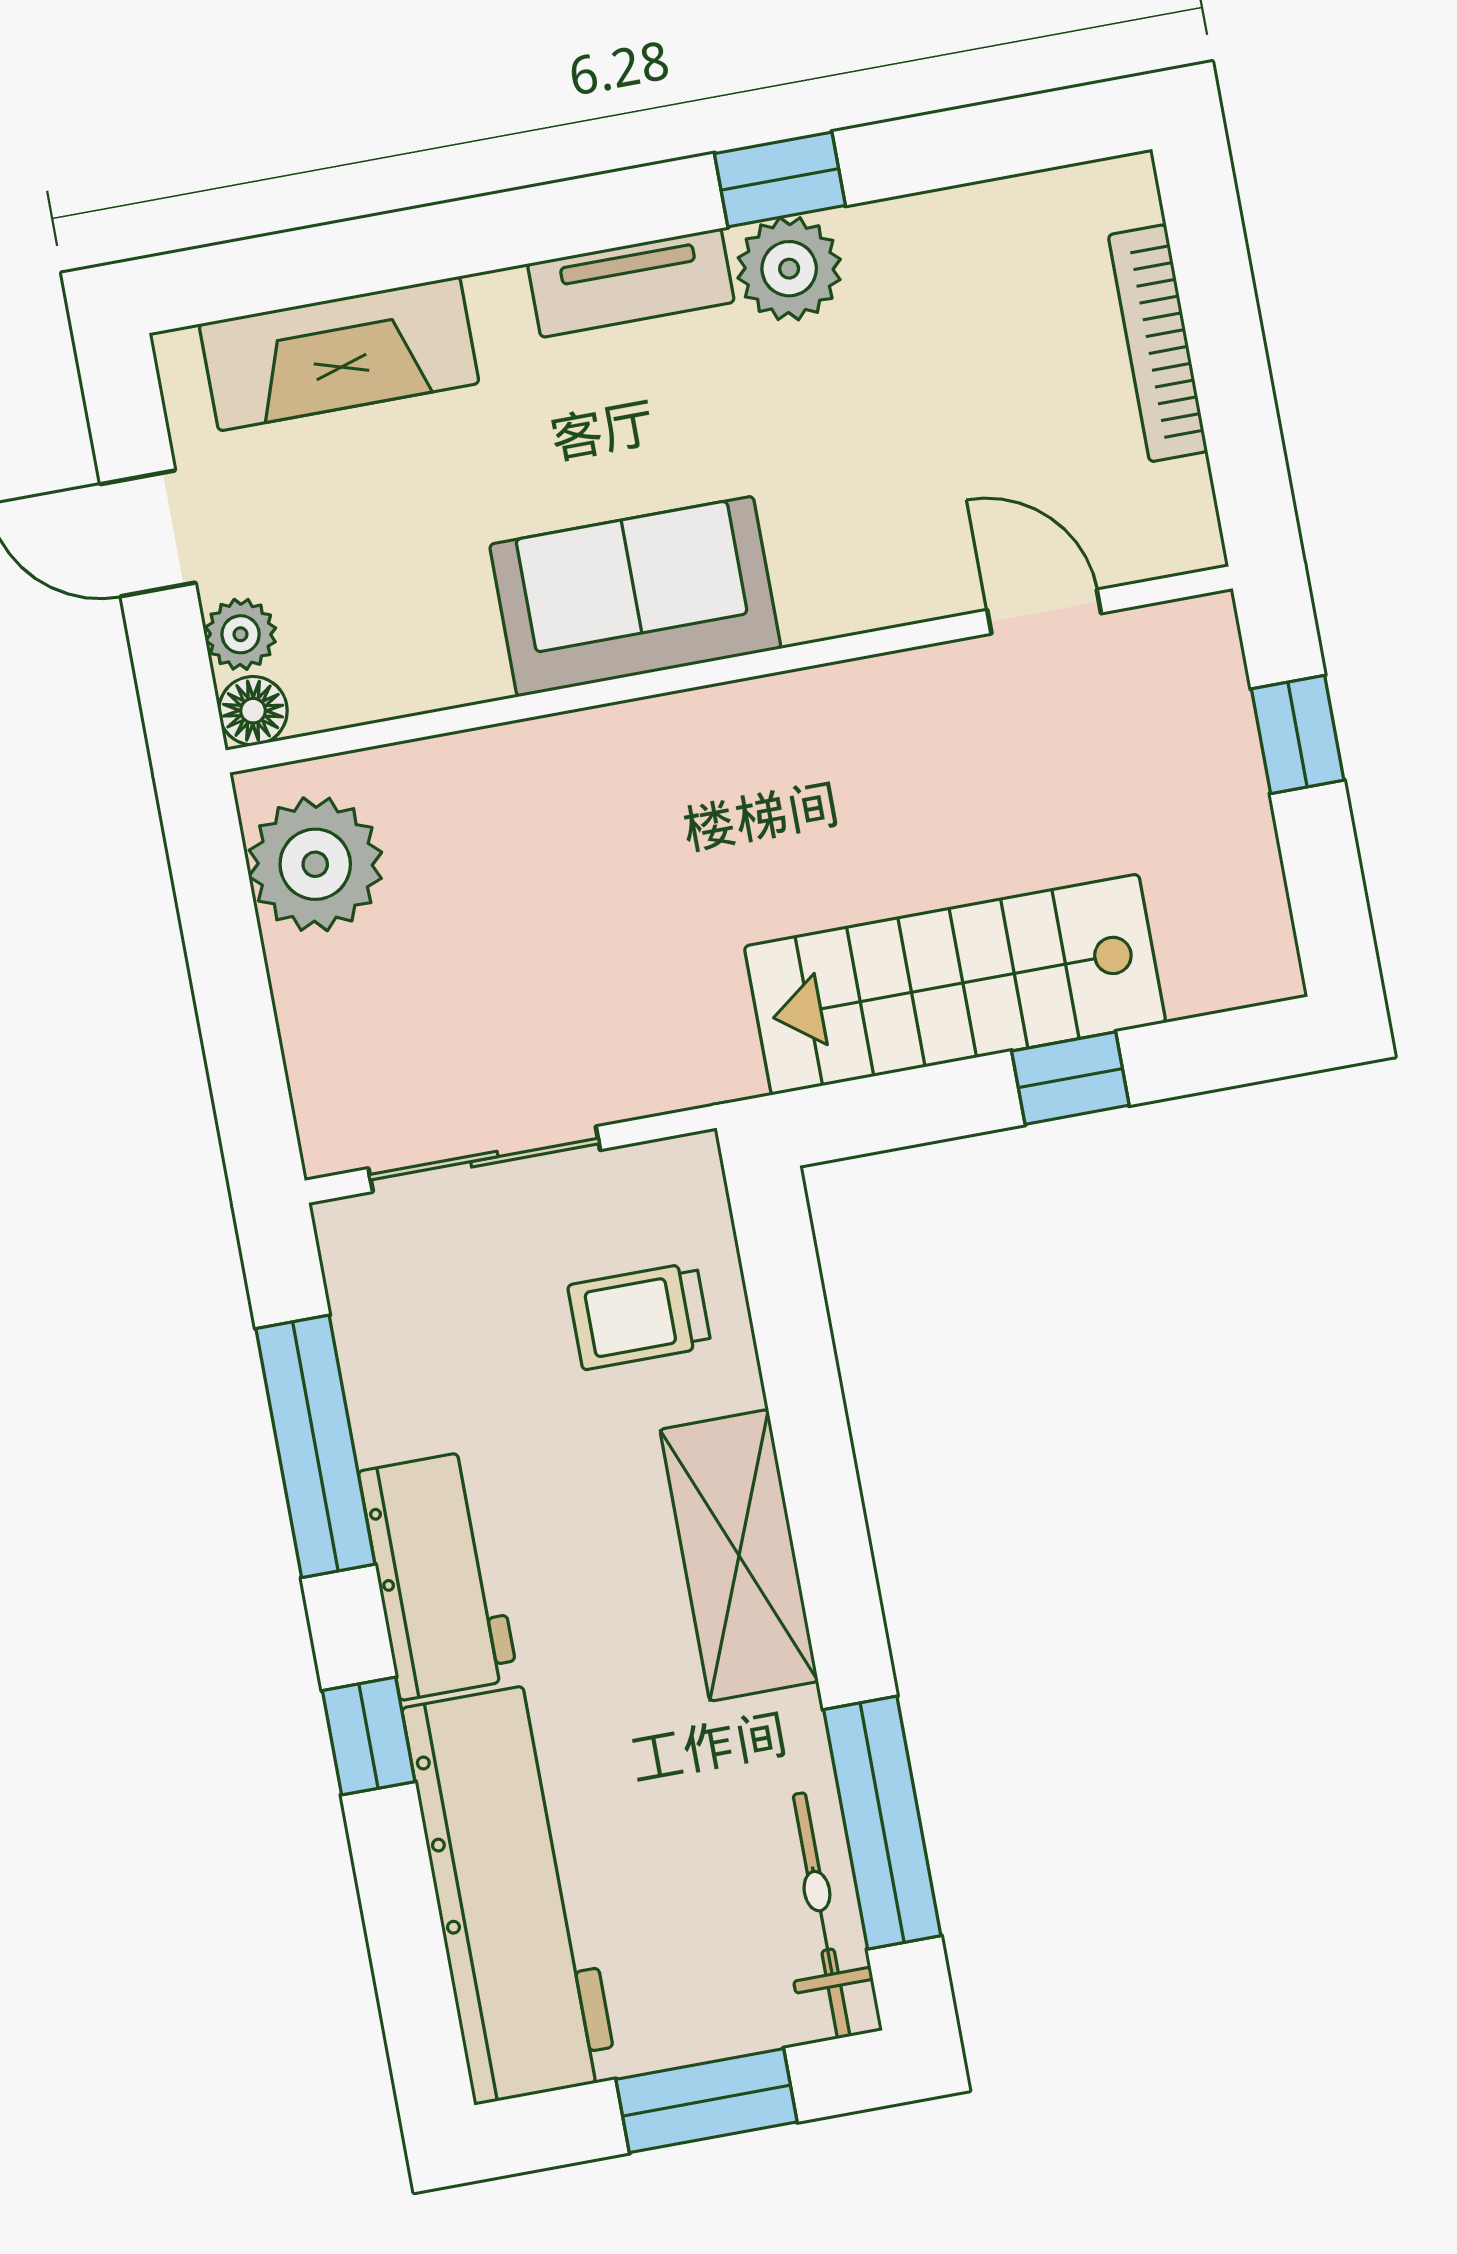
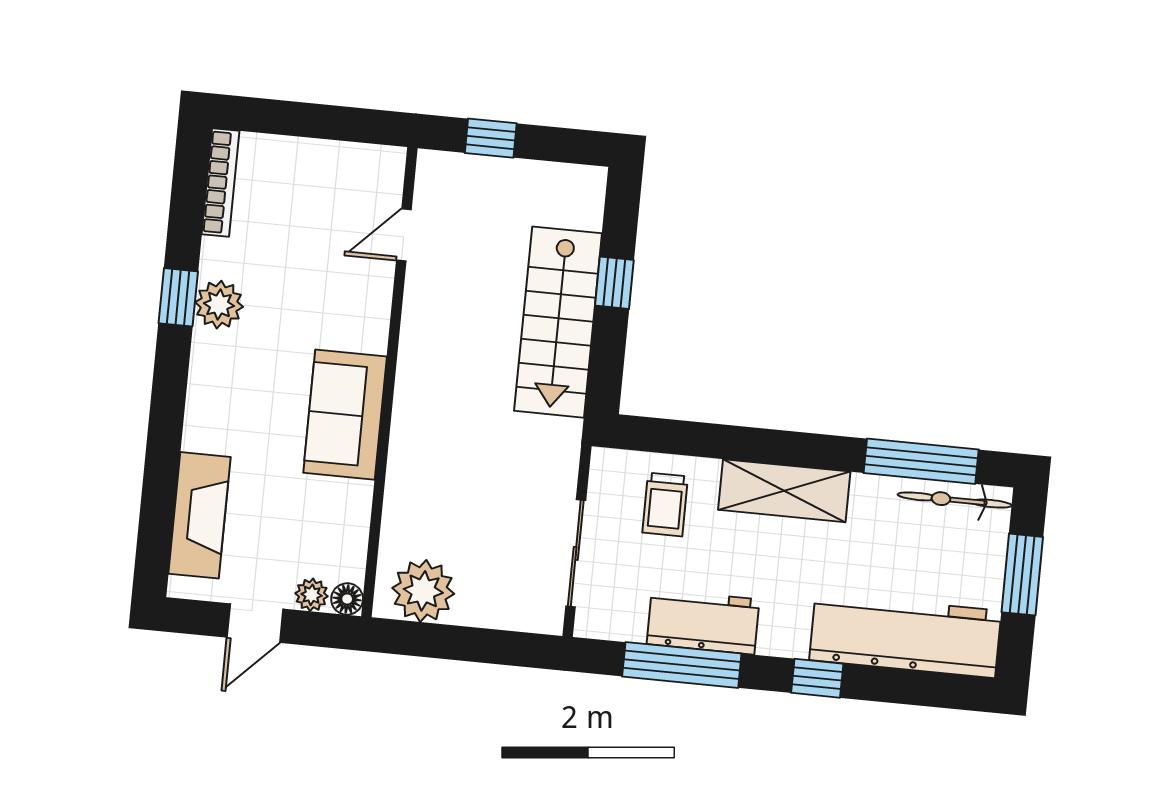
tv unit: (631, 283) -> (205, 377), removed
bookcase: (1158, 343) -> (221, 182), moved, turned -90
workbench: (438, 1575) -> (703, 622), moved

